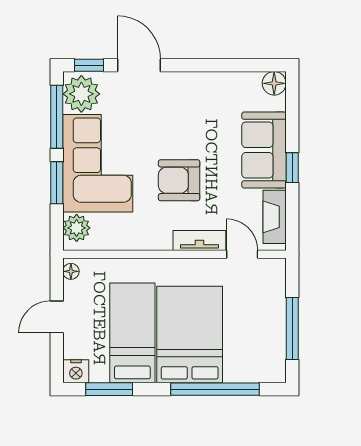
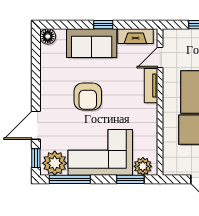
armchair: (179, 180) -> (88, 96), moved
window: (57, 183) -> (130, 179), moved
floor lamp: (71, 271) -> (171, 170), removed

